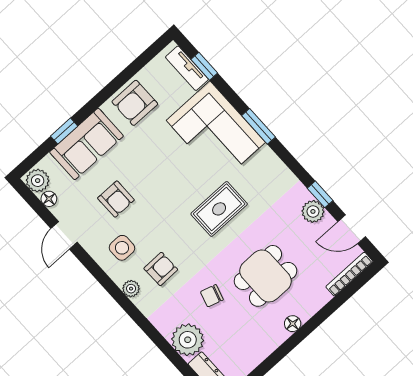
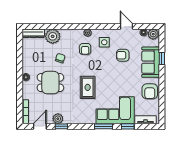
window: (204, 66) -> (128, 126), moved
armchair: (135, 103) -> (150, 91), turned 180
dining table: (265, 276) -> (50, 83), turned 90

